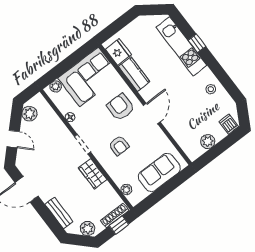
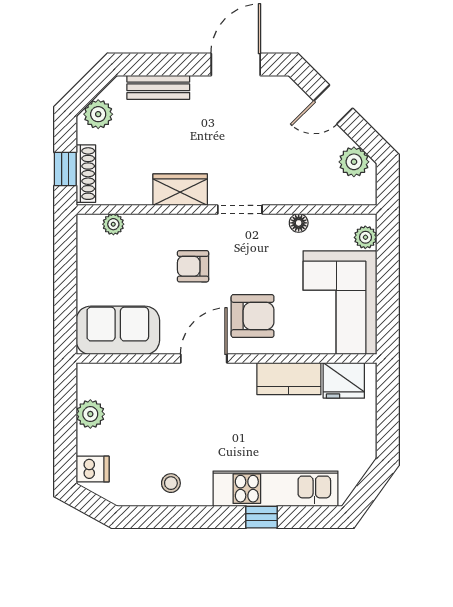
door: (152, 114) -> (204, 359), swing flipped
sofa: (159, 172) -> (118, 330), moved, turned -90

